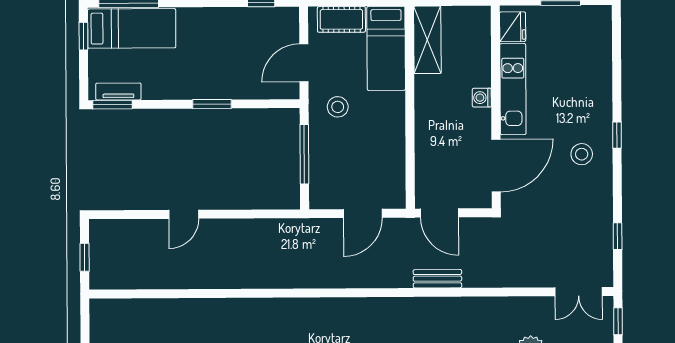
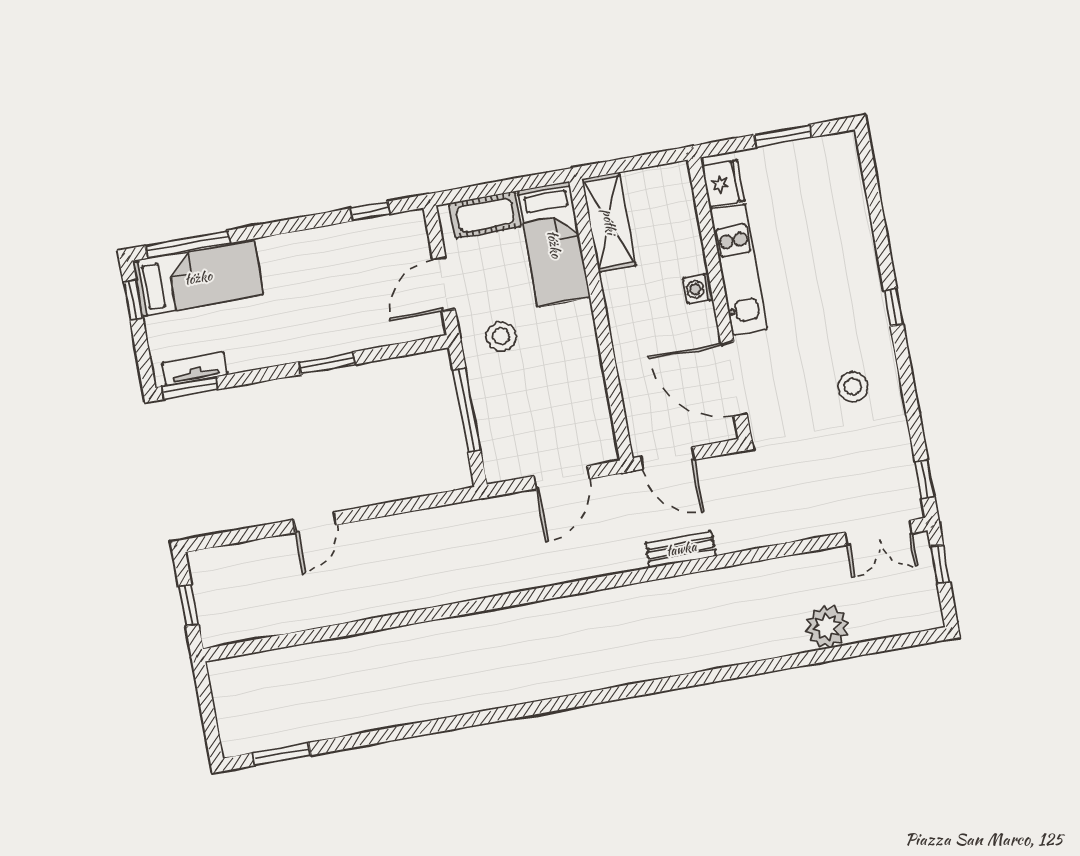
stool: (582, 154) -> (853, 387), moved
door: (496, 166) -> (734, 379), swing flipped
window: (618, 236) -> (925, 479), moved

